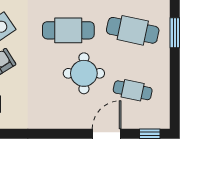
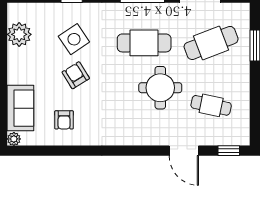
cafe table: (133, 30) -> (211, 43), turned -33
door: (107, 134) -> (184, 151), swing flipped

